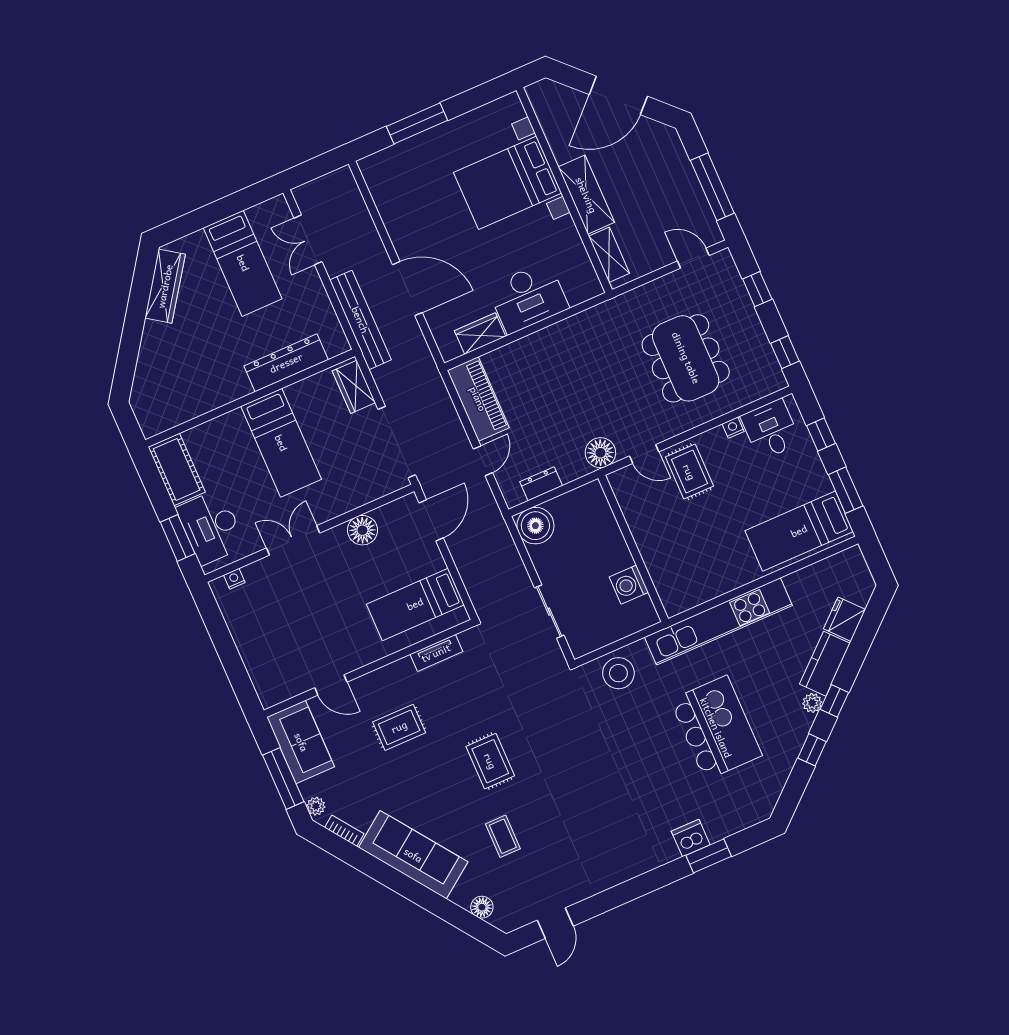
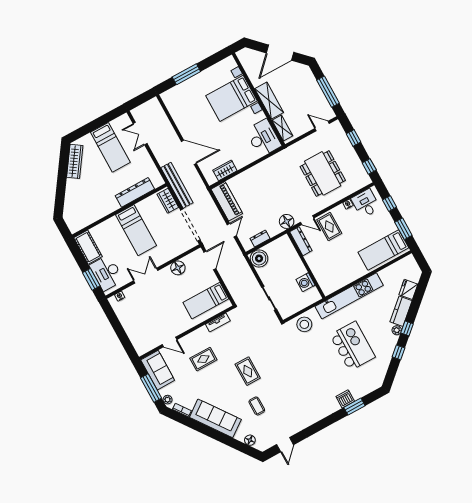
desk: (528, 298) -> (263, 138), moved, turned -90
bench: (360, 320) -> (177, 185), moved
dresser: (627, 497) -> (301, 241), added

